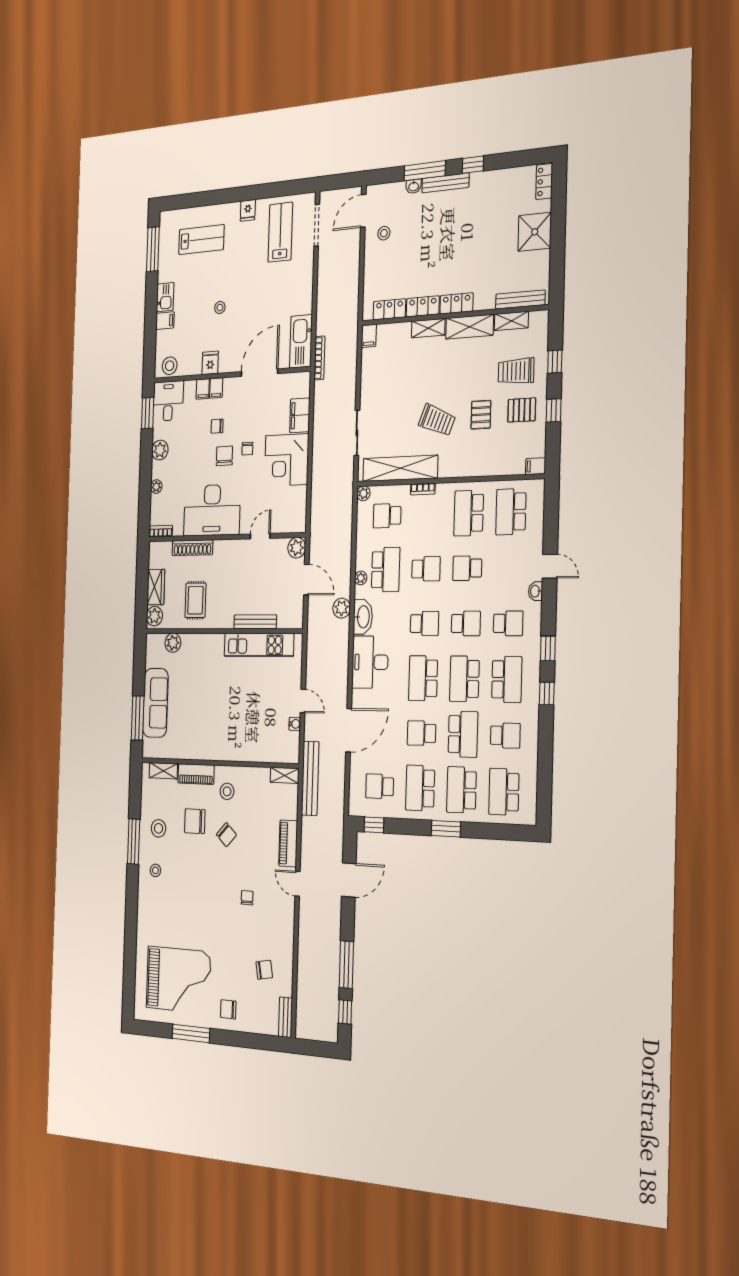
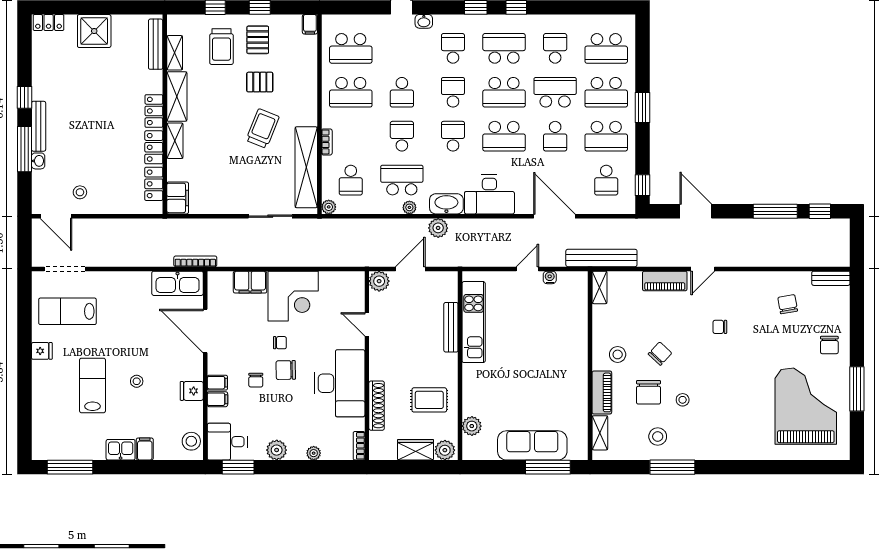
lab bench: (201, 240) -> (92, 385), moved
filing cabinet: (369, 336) -> (178, 198), width x2.00
stool: (155, 870) -> (683, 400), moved

